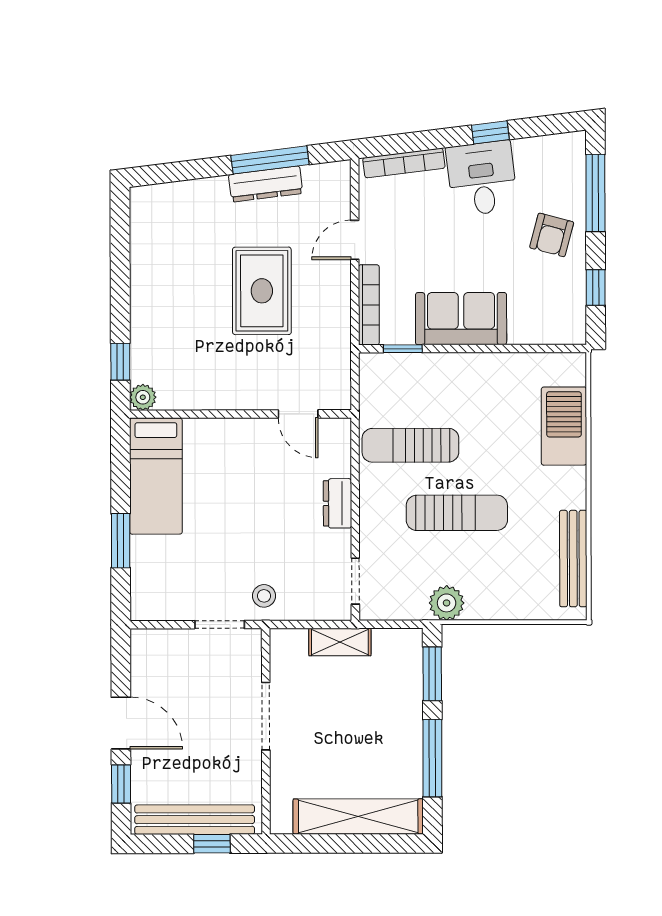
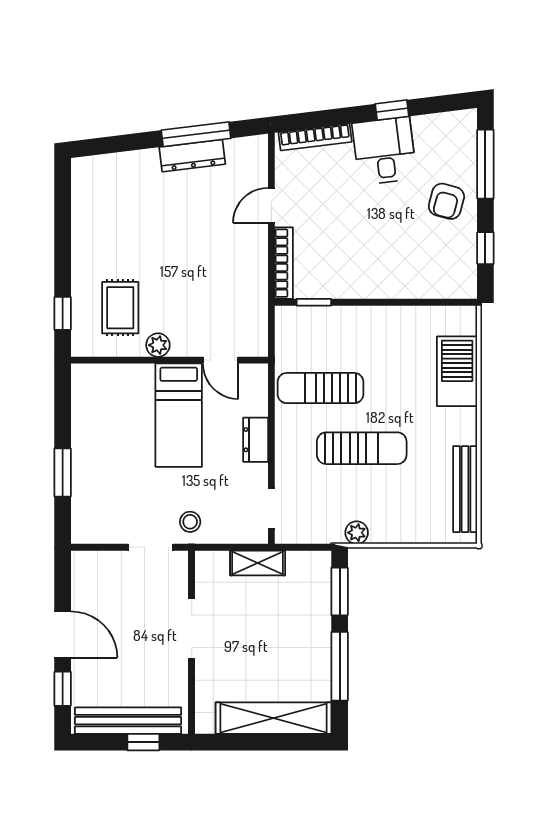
rug: (262, 291) -> (120, 308), moved, width x0.73, depth x0.70
sofa: (461, 319) -> (366, 276), removed
plant: (143, 397) -> (158, 345), moved
bed: (156, 476) -> (179, 415), moved
plant: (447, 603) -> (357, 533), width x0.73, depth x0.73

